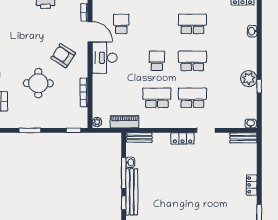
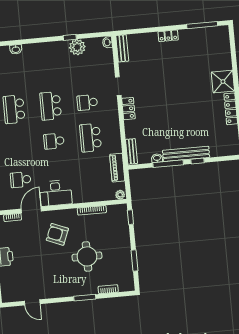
armchair: (63, 56) -> (57, 234), turned 79
plant: (249, 79) -> (77, 47), moved
school desk: (192, 98) -> (87, 102), width x0.54

